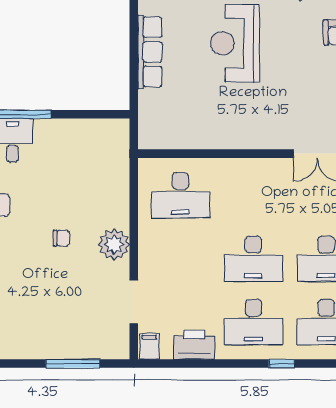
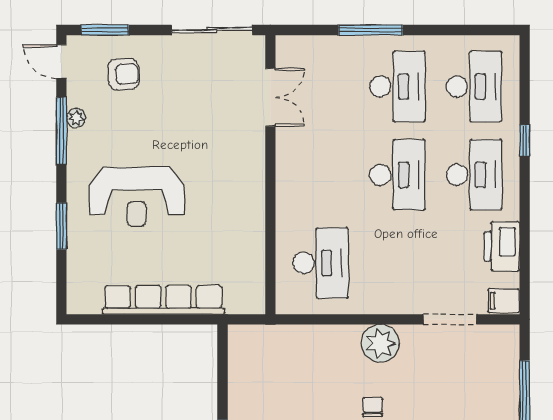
row of seats: (150, 52) -> (163, 300), width x1.36

